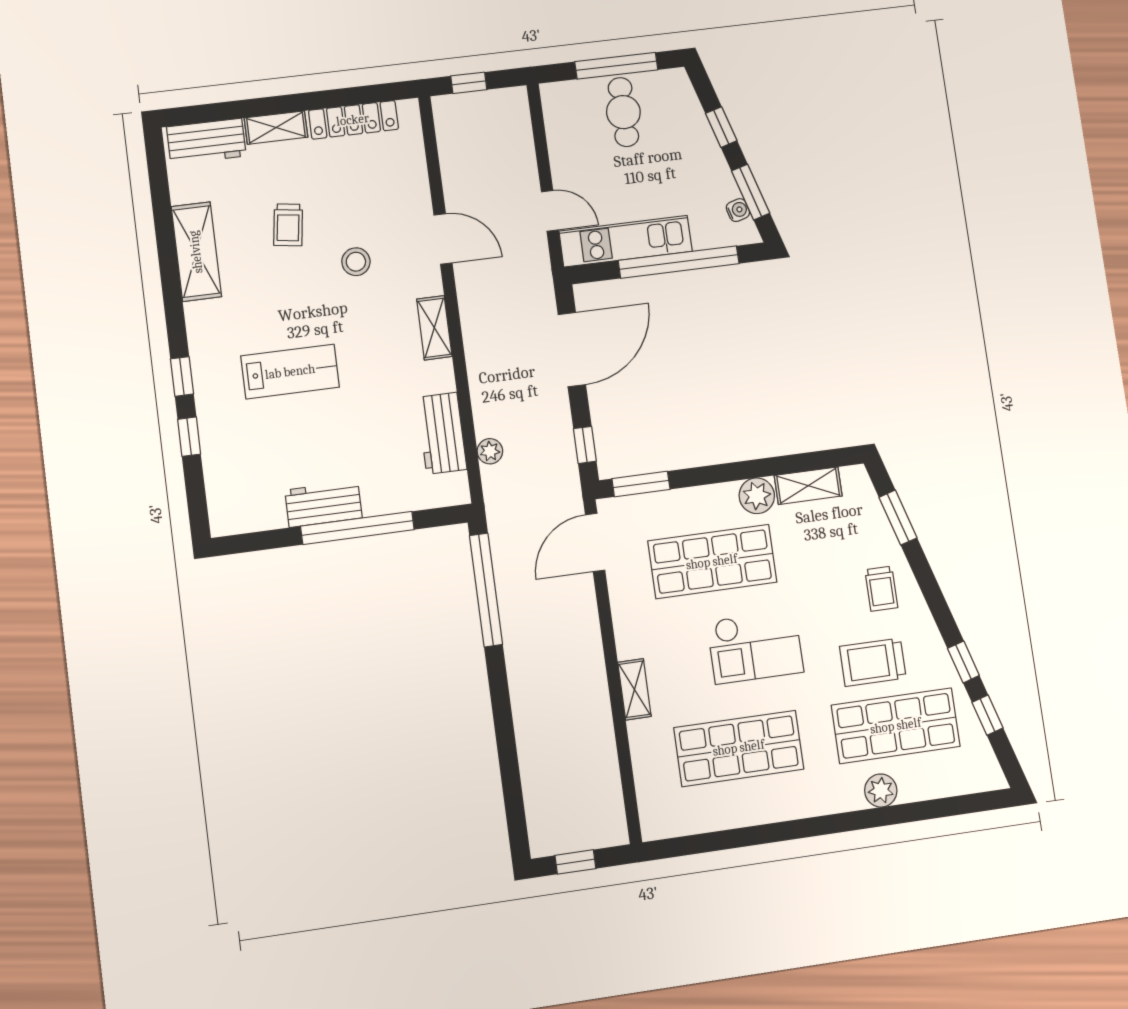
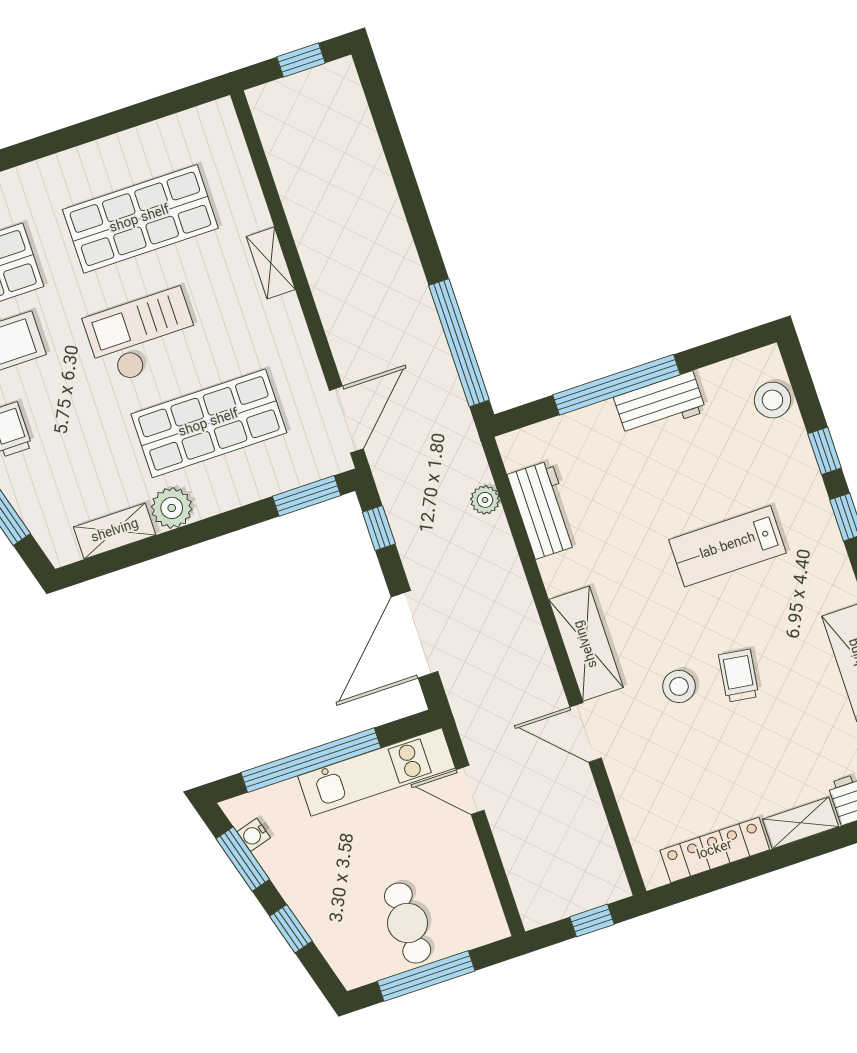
trolley: (288, 225) -> (739, 676), moved
shelving: (434, 328) -> (586, 644), width x1.50, depth x1.33
stool: (225, 489) -> (772, 400), added

